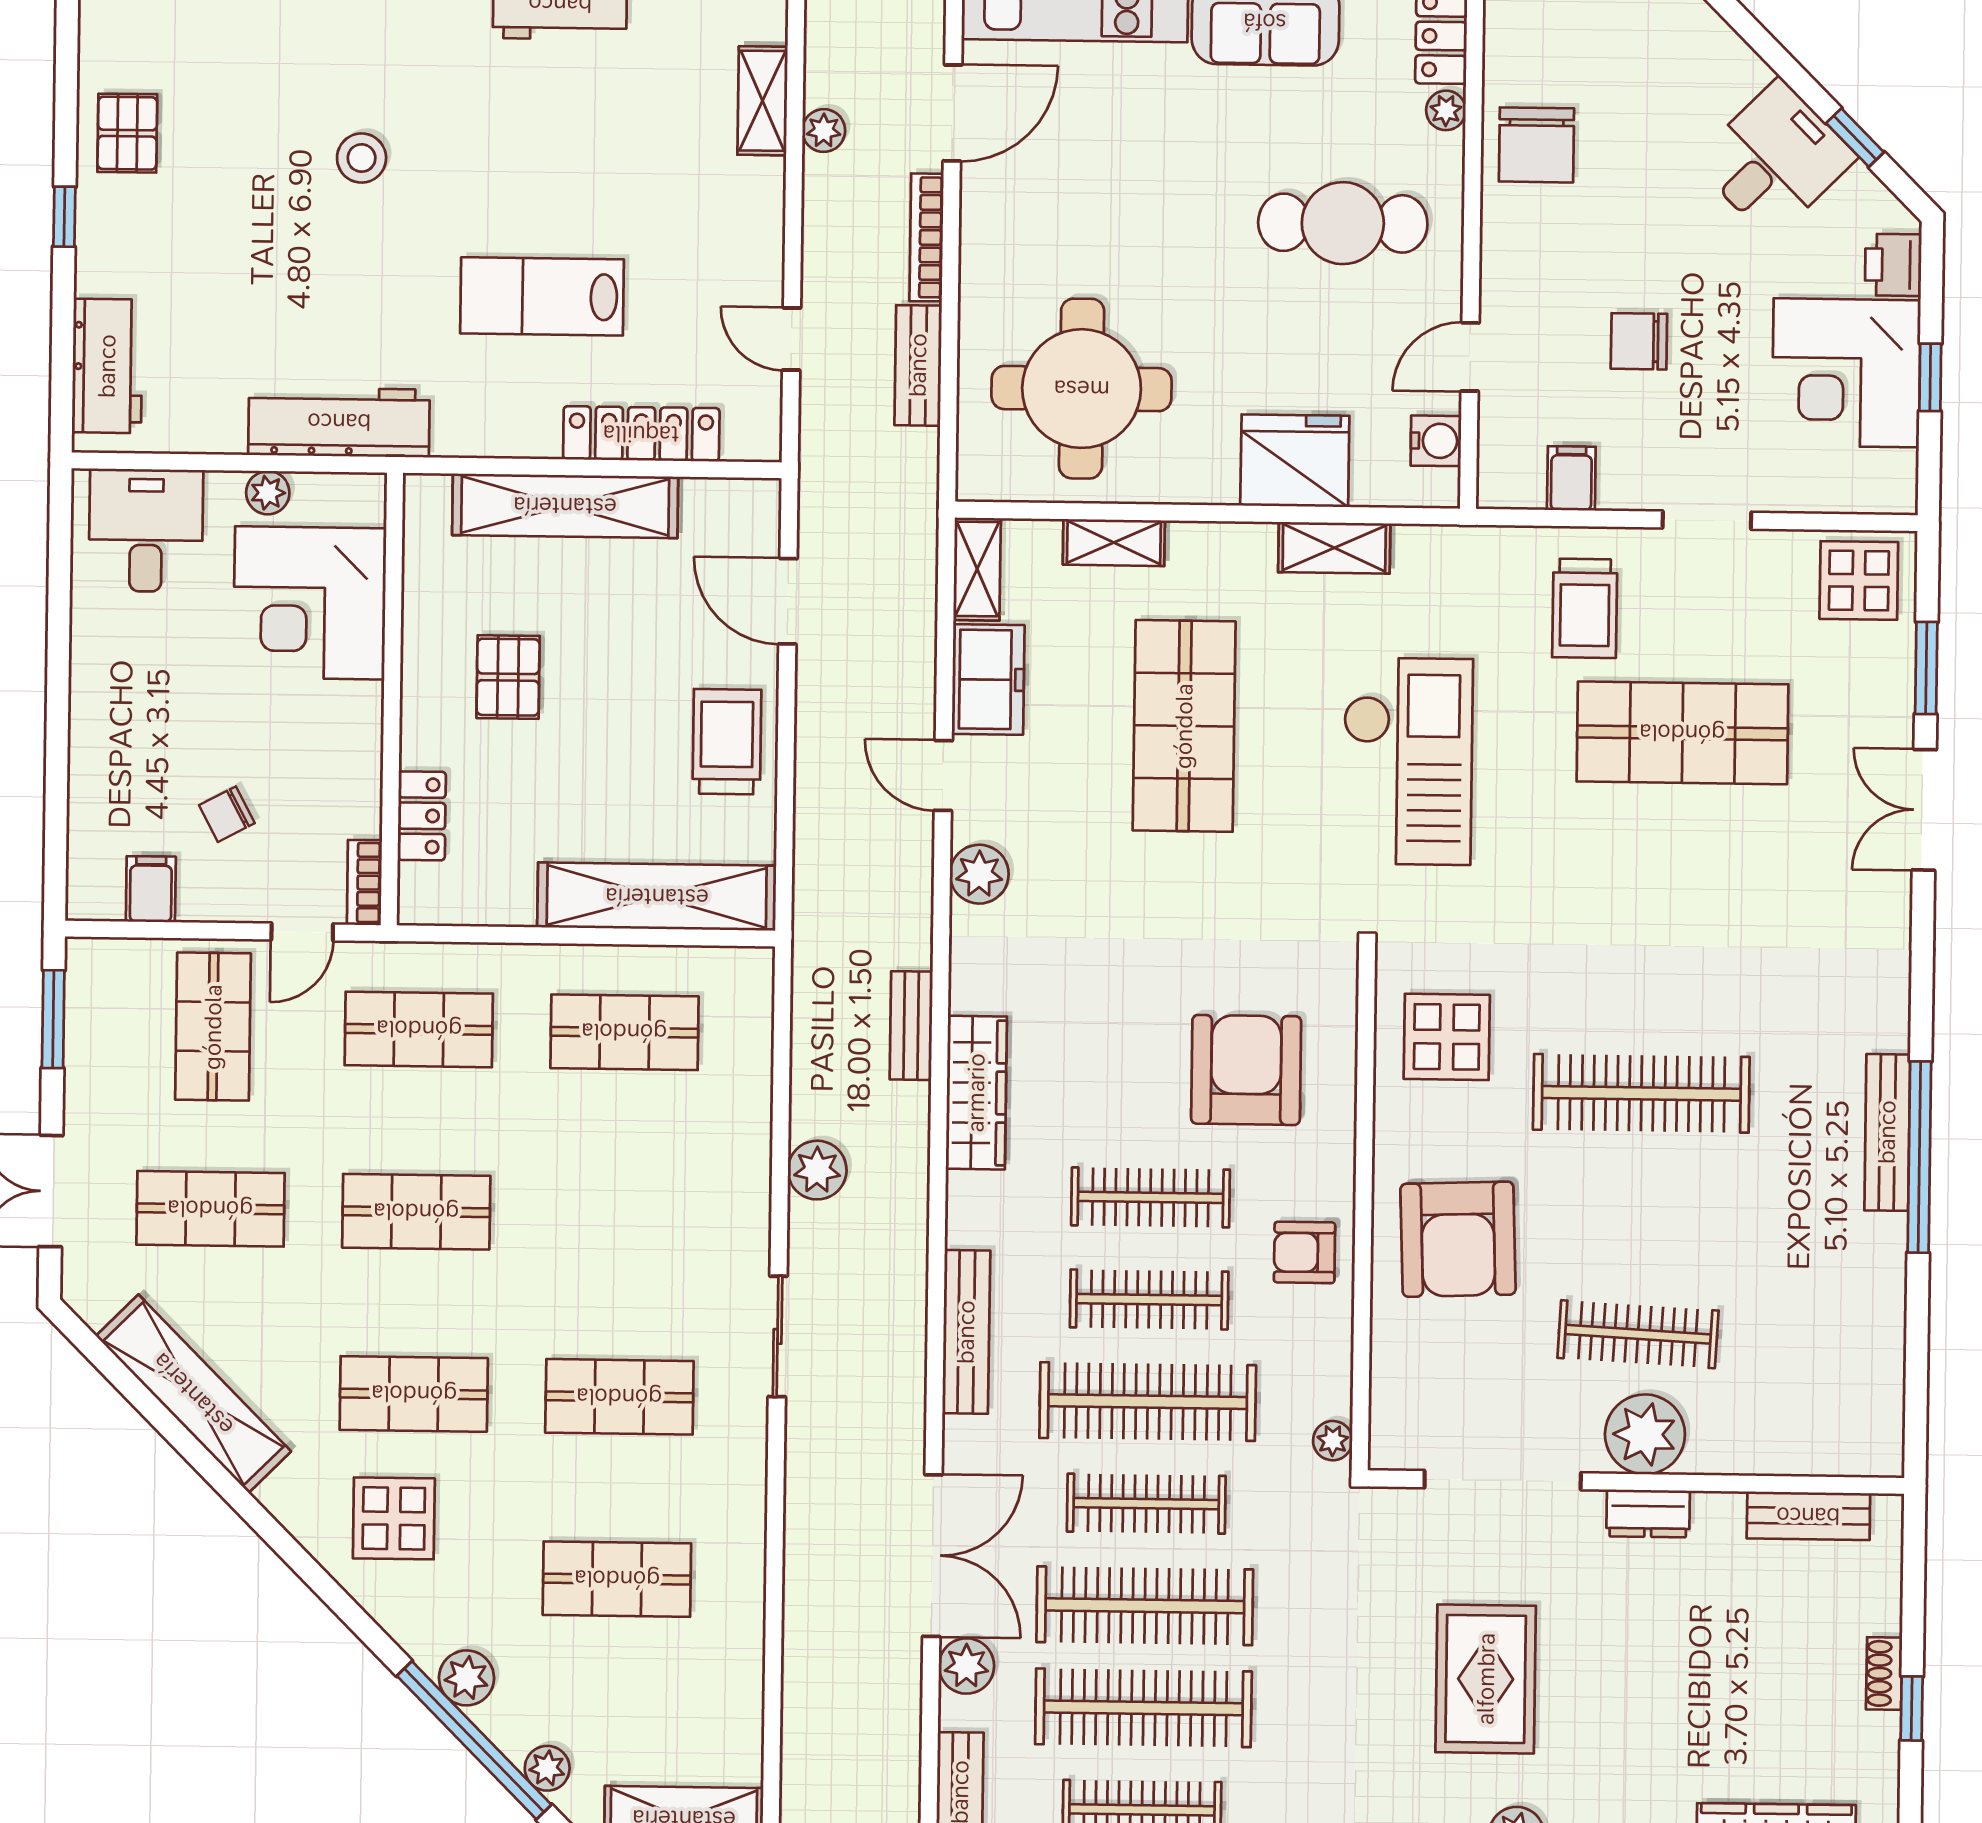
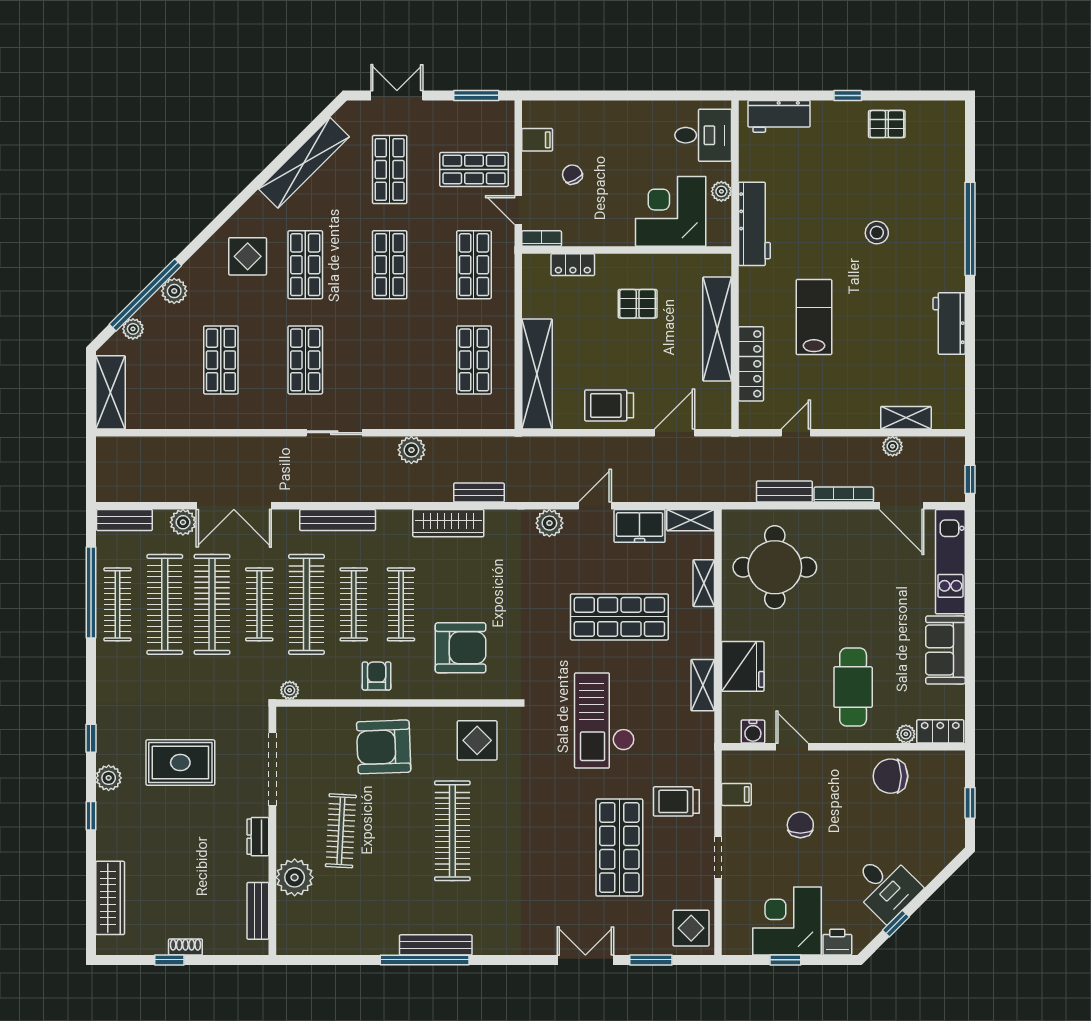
trolley: (727, 742) -> (609, 405), turned 180
checkout: (1407, 761) -> (604, 720), turned 90
plant: (1645, 1434) -> (295, 877), moved

